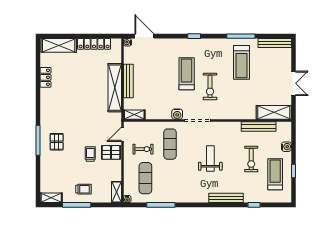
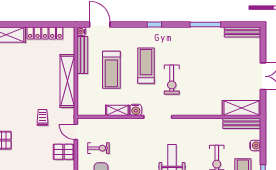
treadmill: (242, 62) -> (111, 70), moved
bench: (128, 81) -> (82, 55), moved
shelving: (134, 115) -> (117, 110), moved
bench: (259, 126) -> (242, 123), moved
door: (122, 134) -> (76, 132), hinge flipped
exercise mat: (170, 144) -> (128, 143), removed
trolley: (90, 154) -> (43, 117), moved

